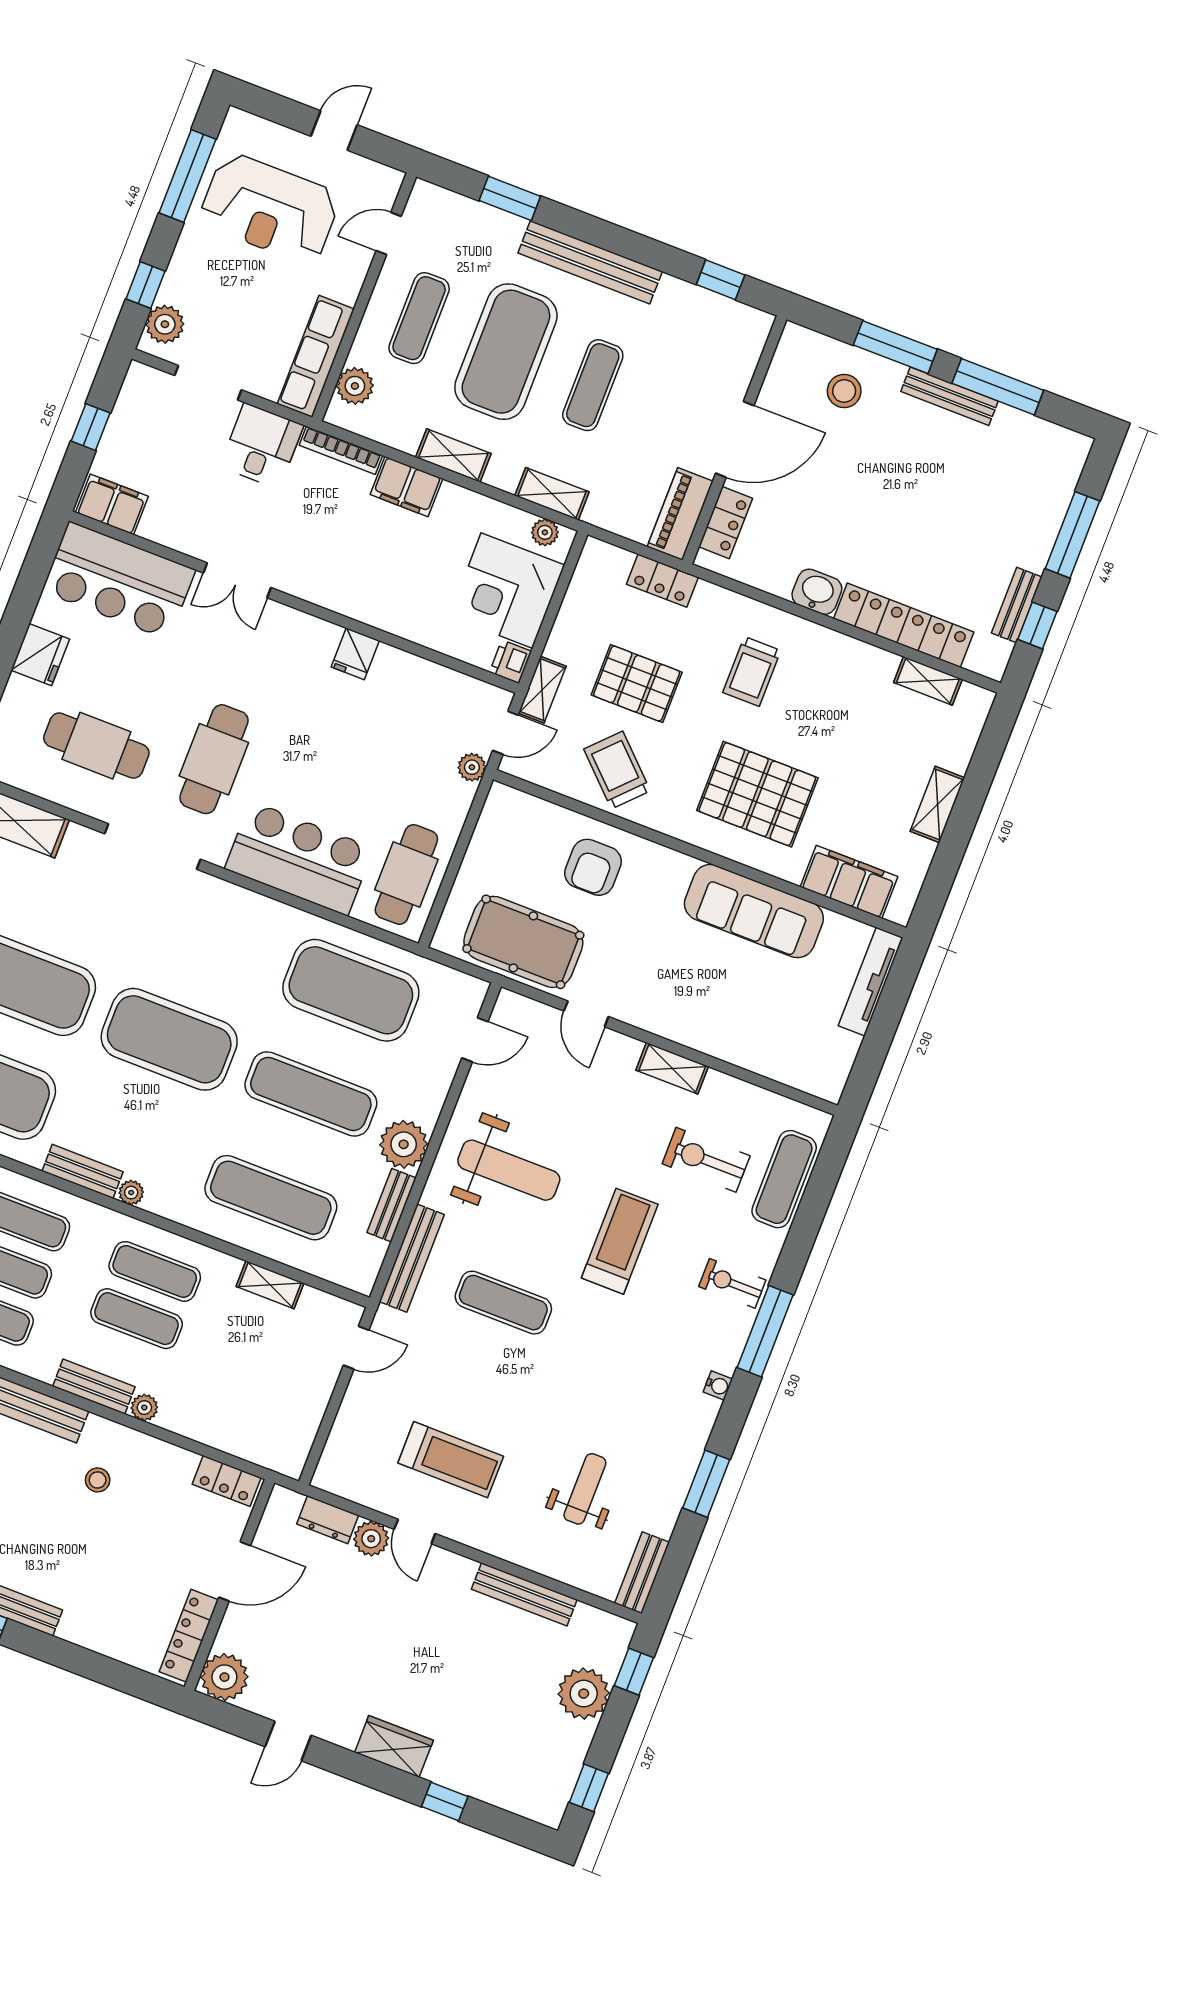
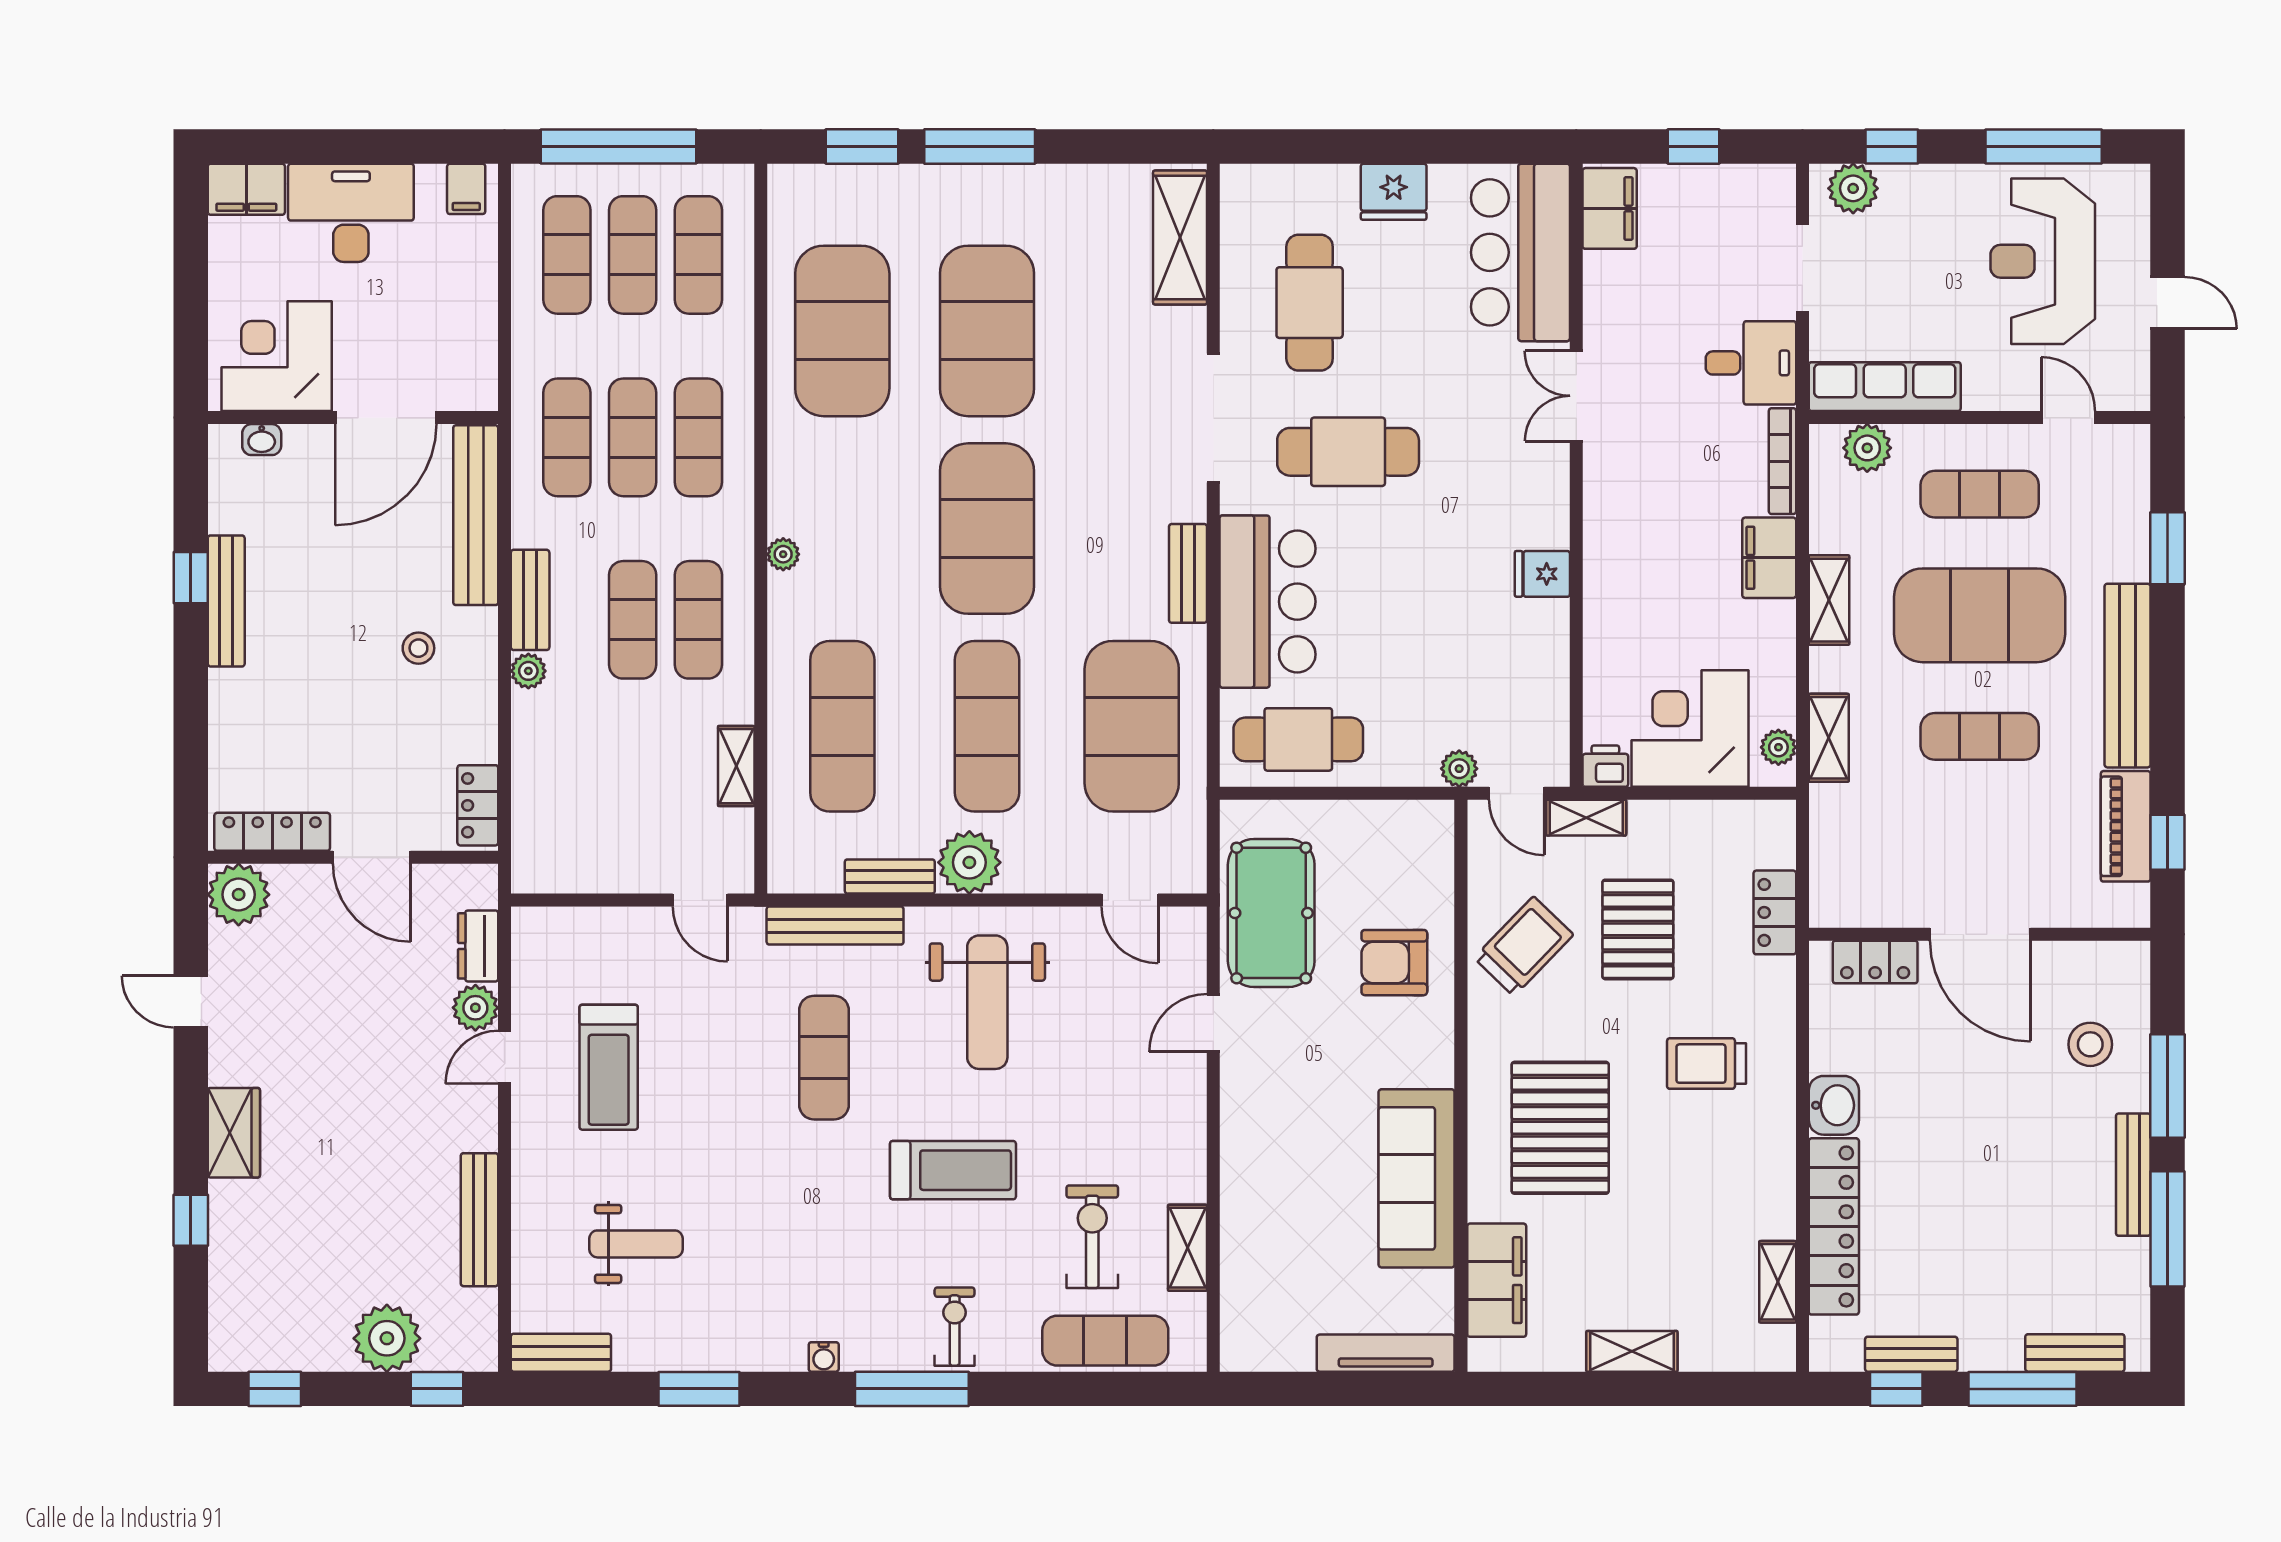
bench: (1061, 487) -> (2075, 1353), added
piano: (680, 514) -> (2126, 826), moved, turned -90
shelving: (672, 1068) -> (1187, 1248), moved
bench: (83, 1171) -> (1188, 573), moved

